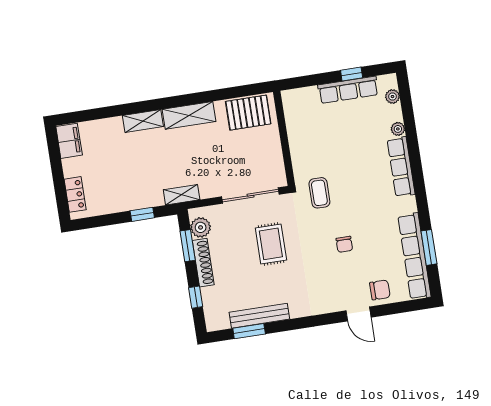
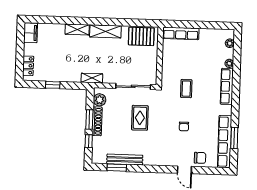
window: (352, 74) -> (208, 25), removed
row of seats: (348, 90) -> (181, 33), moved
coffee table: (319, 193) -> (186, 89), moved
window: (142, 214) -> (53, 85), moved
window: (188, 246) -> (89, 120), moved

